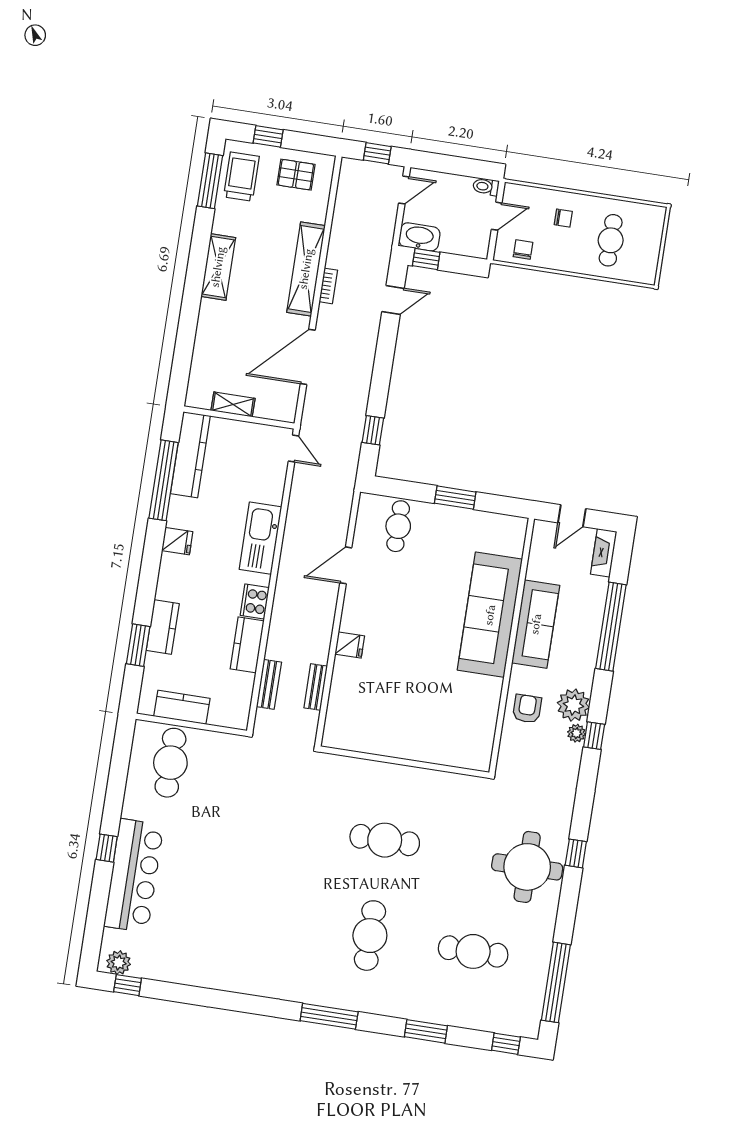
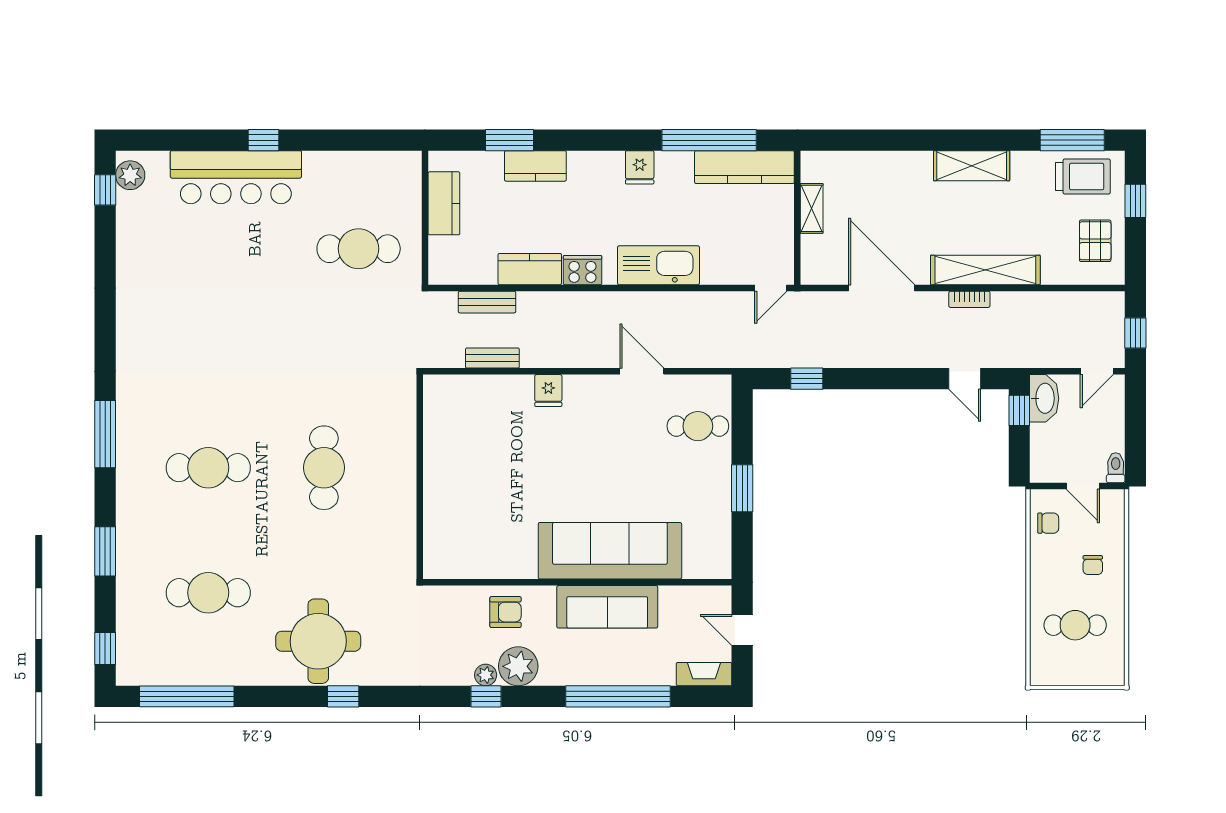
door: (404, 190) -> (1097, 371), hinge flipped
cafe table: (170, 763) -> (359, 249), moved
cafe table: (473, 951) -> (208, 593), turned 90

